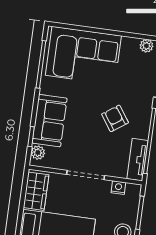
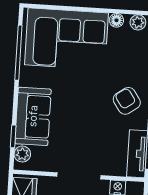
floor lamp: (128, 43) -> (116, 20), added
armchair: (115, 118) -> (127, 101), moved

